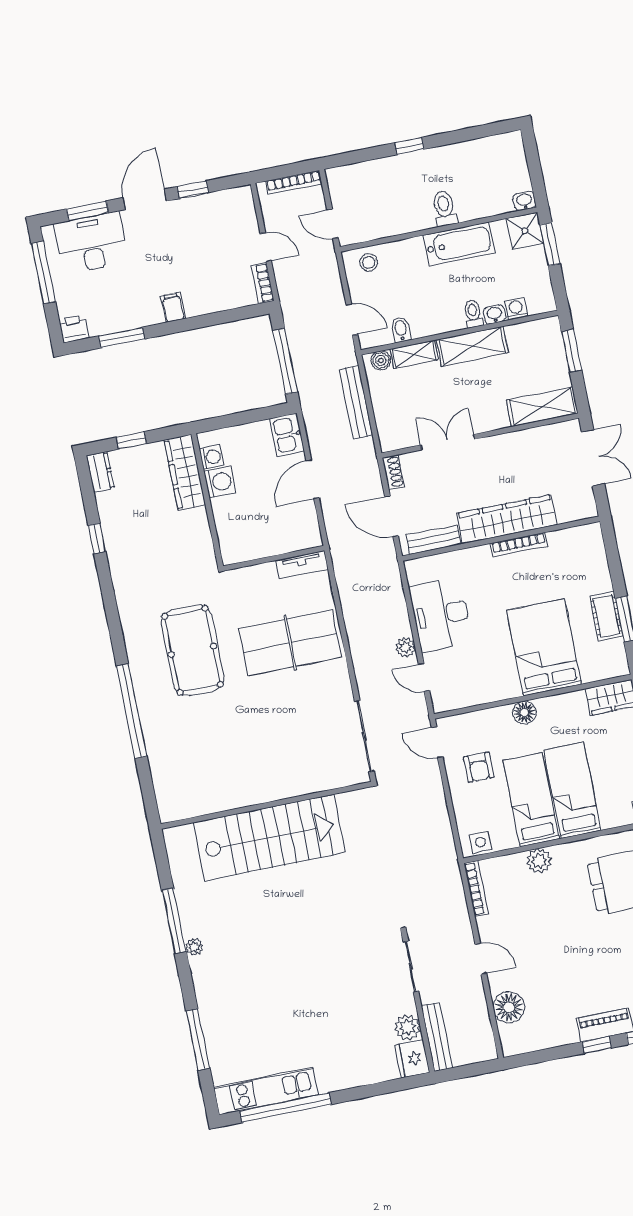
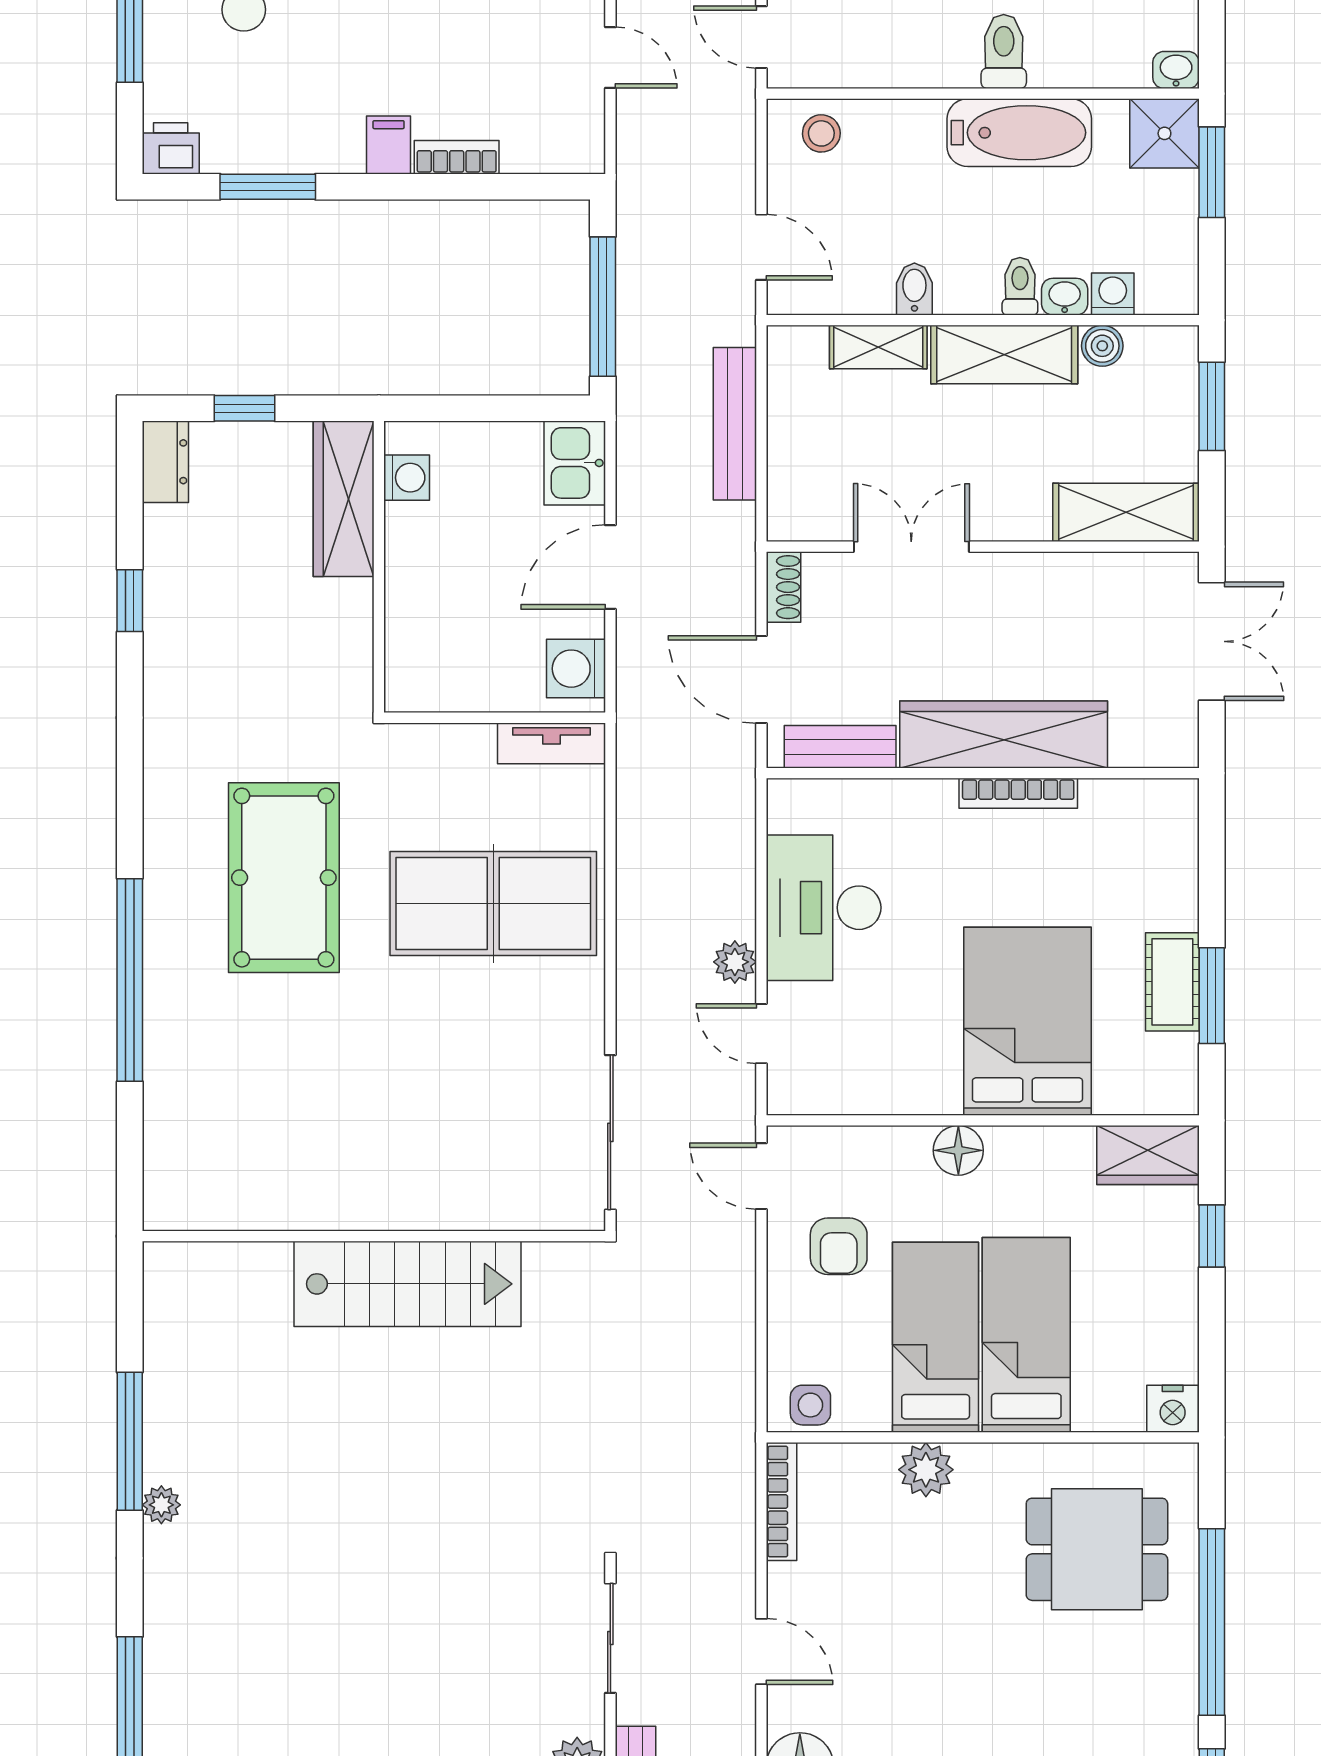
bookcase: (263, 283) -> (457, 157), moved, turned 90
bidet: (401, 330) -> (914, 289), moved
boiler: (381, 361) -> (1102, 346), moved
washing machine: (220, 482) -> (576, 669), moved, turned 180
stairs: (269, 837) -> (408, 1284), width x0.73, depth x0.66

